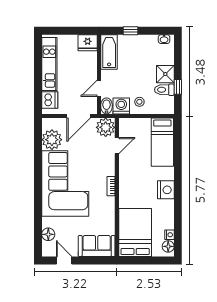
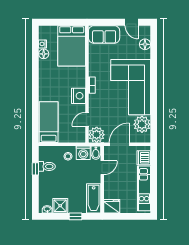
shower: (165, 74) -> (60, 206), moved
nightstand: (166, 190) -> (78, 96), moved, turned 180
floor lamp: (168, 246) -> (44, 54), moved

